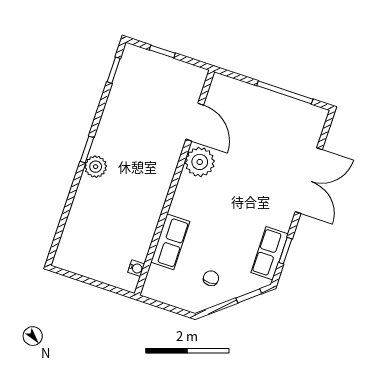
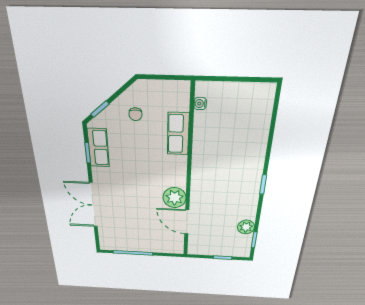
plant: (96, 167) -> (246, 227), moved

